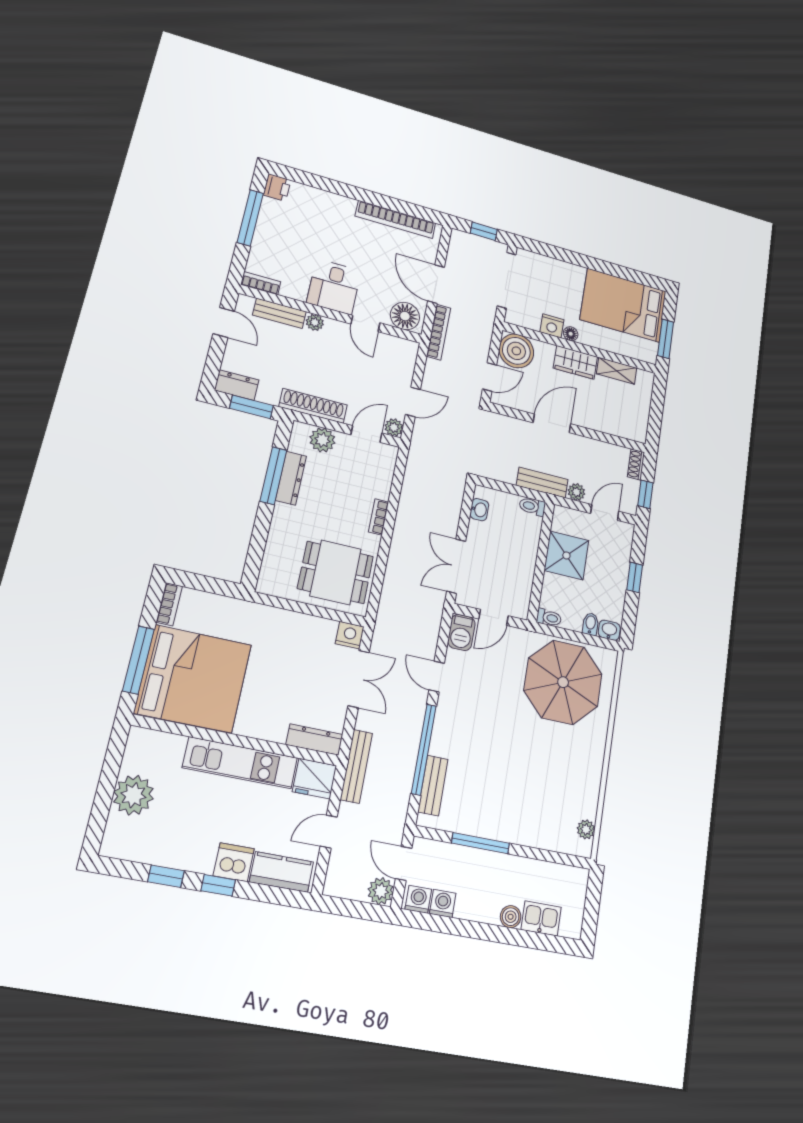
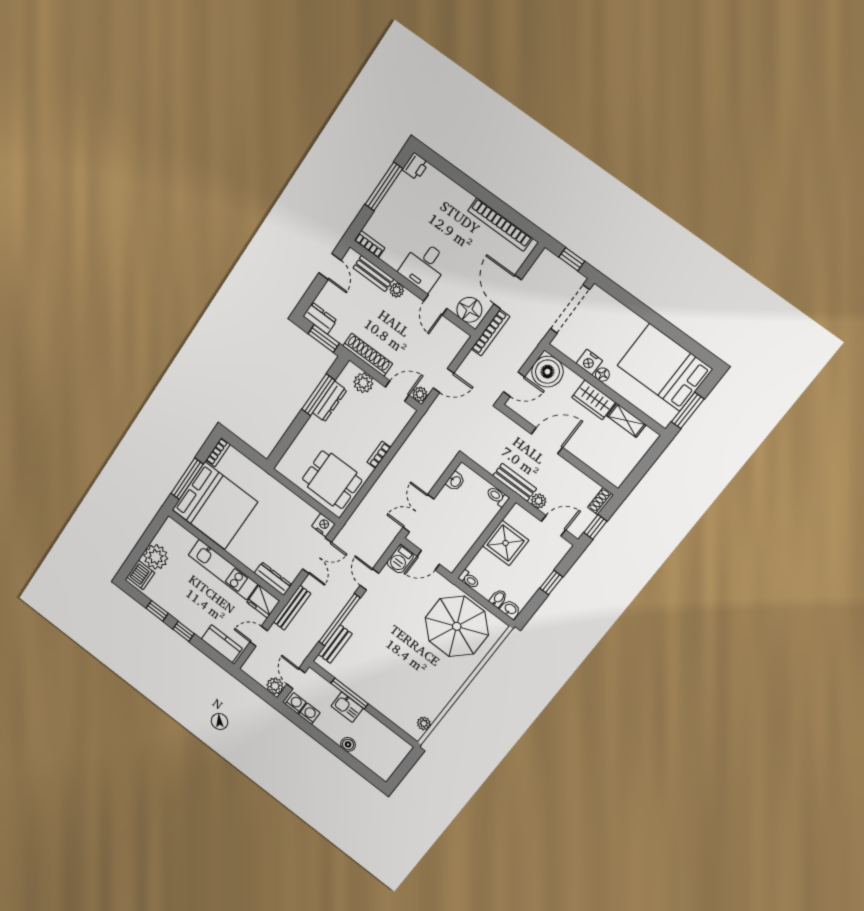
dishwasher: (234, 862) -> (141, 575), moved, turned 90
kitchen sink: (541, 918) -> (347, 707), moved, turned 180

